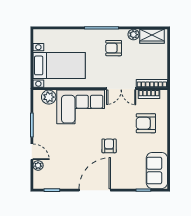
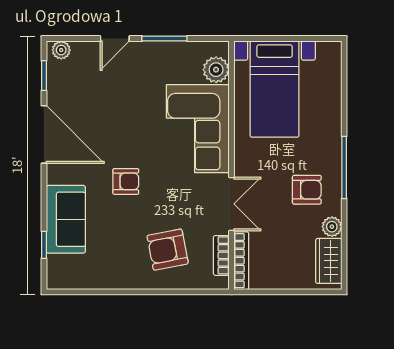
armchair: (114, 48) -> (307, 190), turned 90
double door: (121, 89) -> (232, 204), swing flipped
armchair: (146, 123) -> (168, 250), turned -101
plant: (38, 165) -> (61, 50), moved
sofa: (157, 171) -> (66, 219), moved, turned 90
door: (95, 190) -> (44, 134), moved

